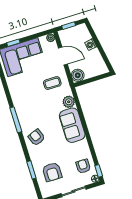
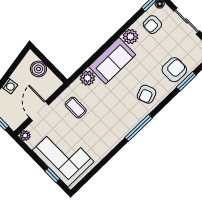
boiler: (78, 75) -> (38, 69), moved
plant: (83, 147) -> (130, 36), added
armchair: (52, 172) -> (174, 70), moved

